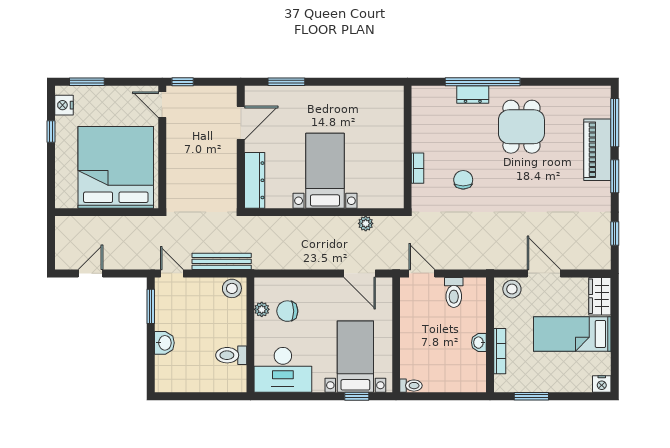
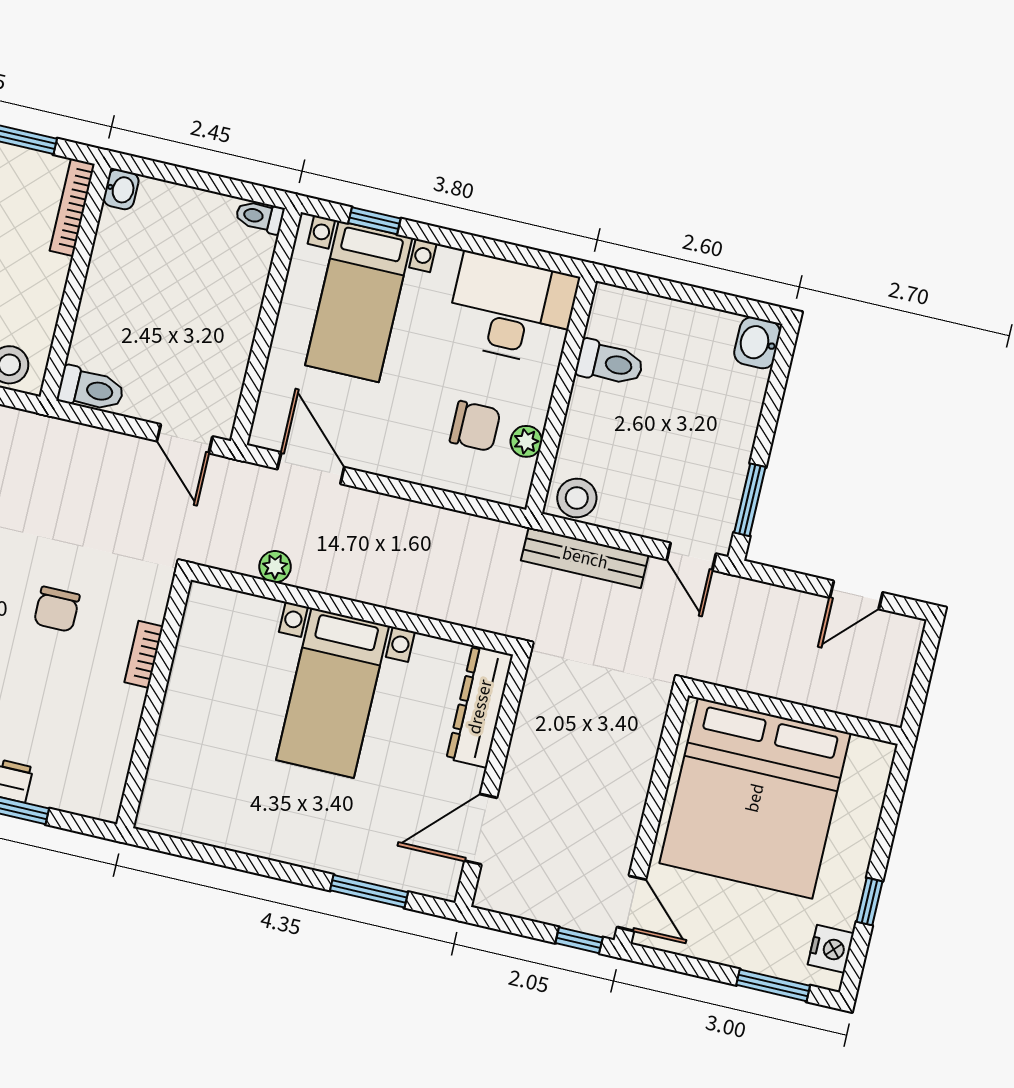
toilet: (454, 292) -> (91, 389), moved, turned 90
washbasin: (164, 343) -> (757, 343), moved
washbasin: (479, 343) -> (121, 189), moved
bookcase: (500, 351) -> (72, 207), moved

